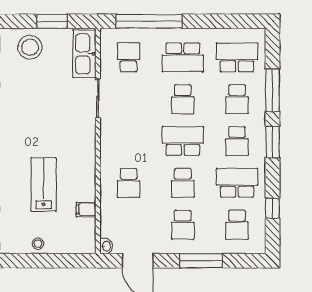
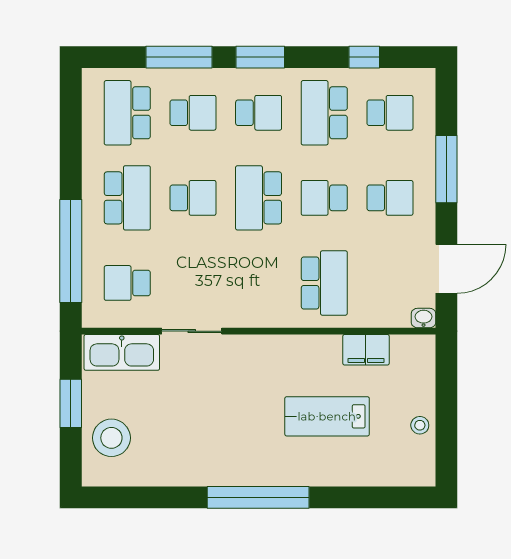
school desk: (129, 183) -> (324, 283), width x1.85
school desk: (183, 183) -> (324, 198), turned 180
filing cabinet: (86, 209) -> (366, 350), width x2.00

